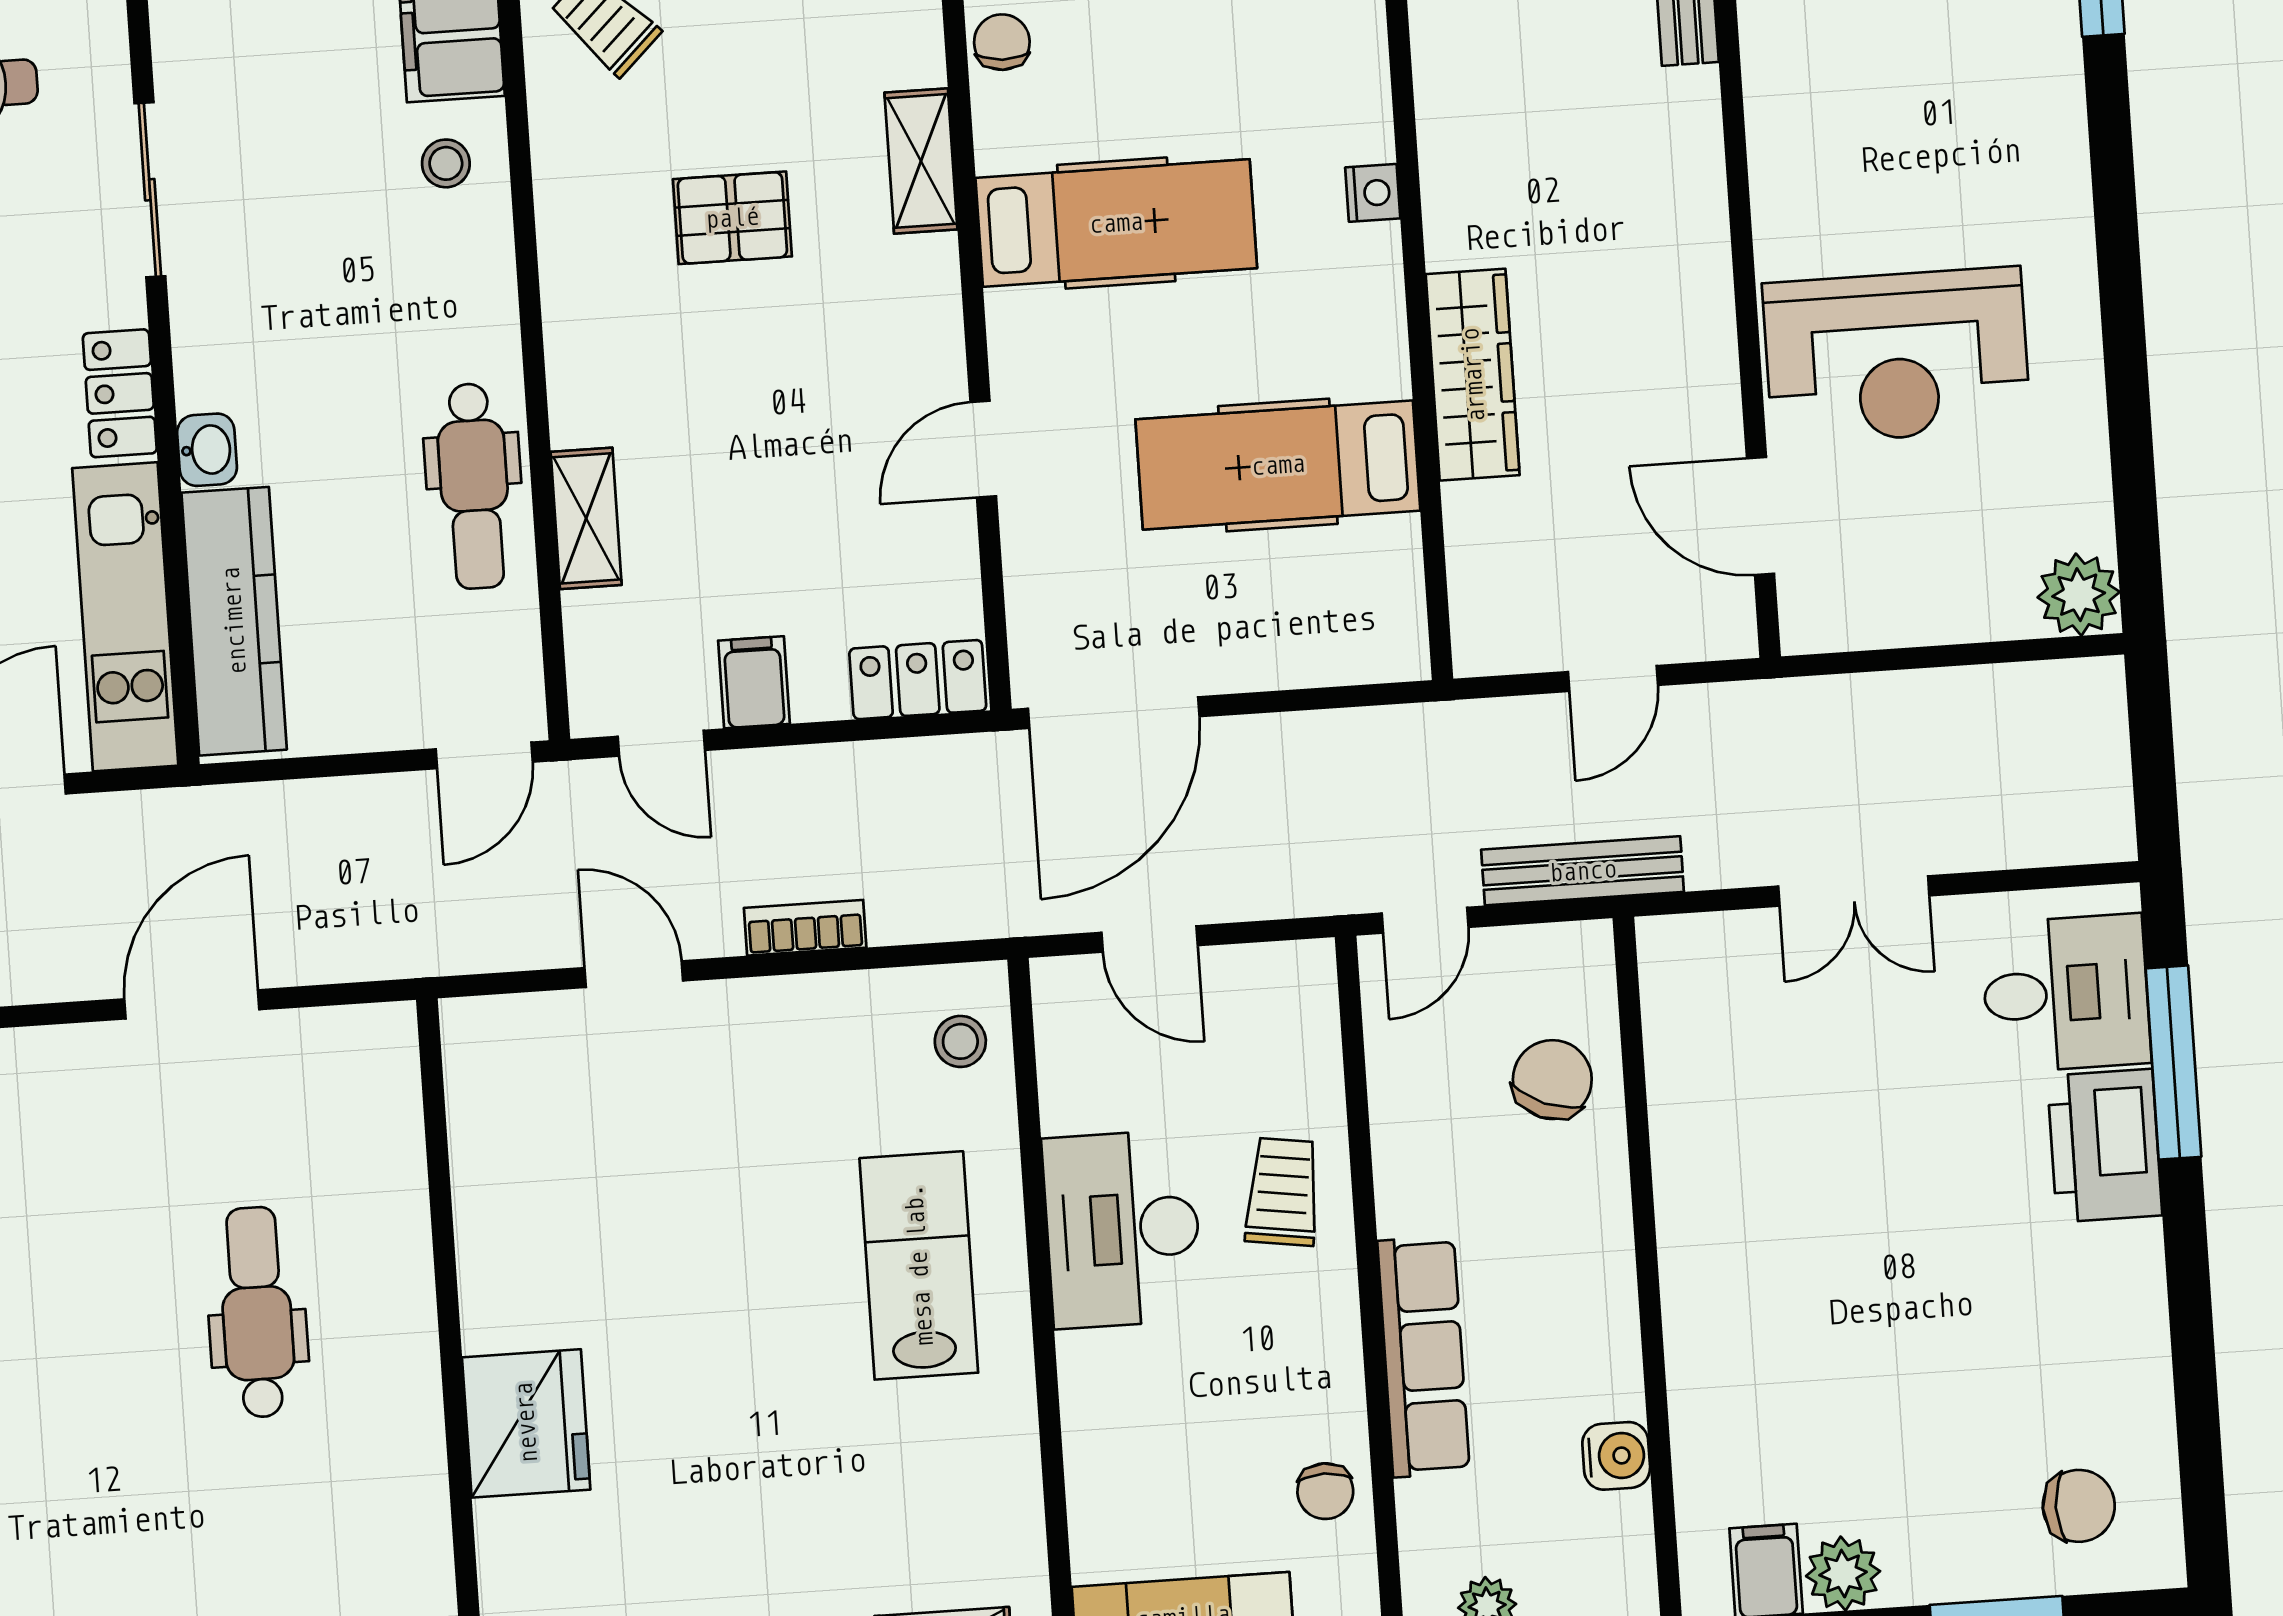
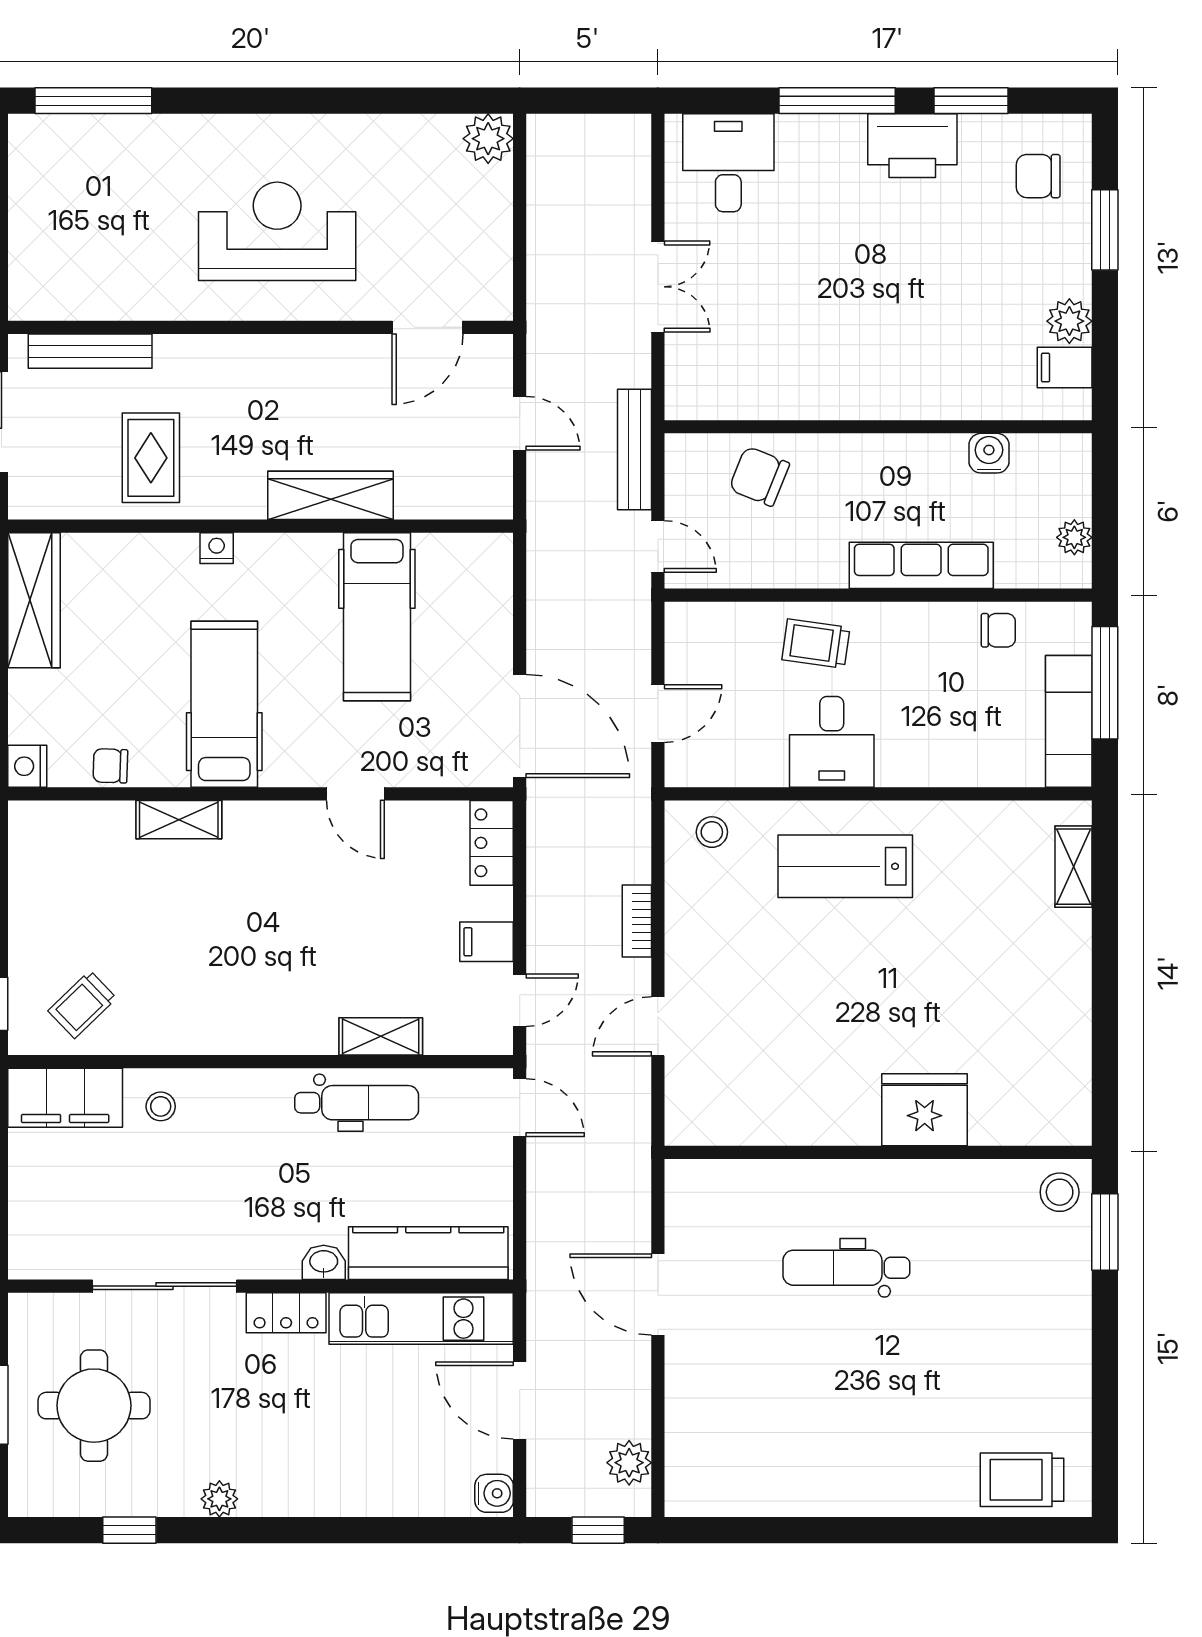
rug: (1514, 74) -> (151, 458), added
sliding door: (150, 190) -> (164, 1286), width x1.37
pallet: (732, 218) -> (205, 936), removed
reception desk: (1897, 356) -> (277, 231), moved, turned -90
window: (2173, 1063) -> (837, 101), moved
printer: (2105, 1146) -> (912, 146), moved
desk: (1123, 1229) -> (832, 742), width x0.73
window: (2195, 1387) -> (971, 101), added
chair: (2079, 1506) -> (1038, 176), turned -90

